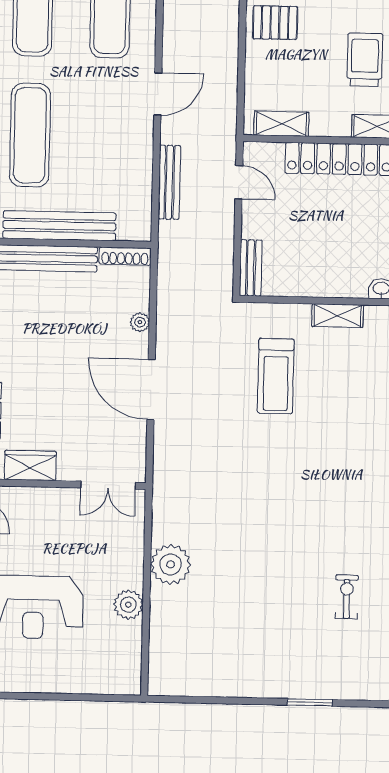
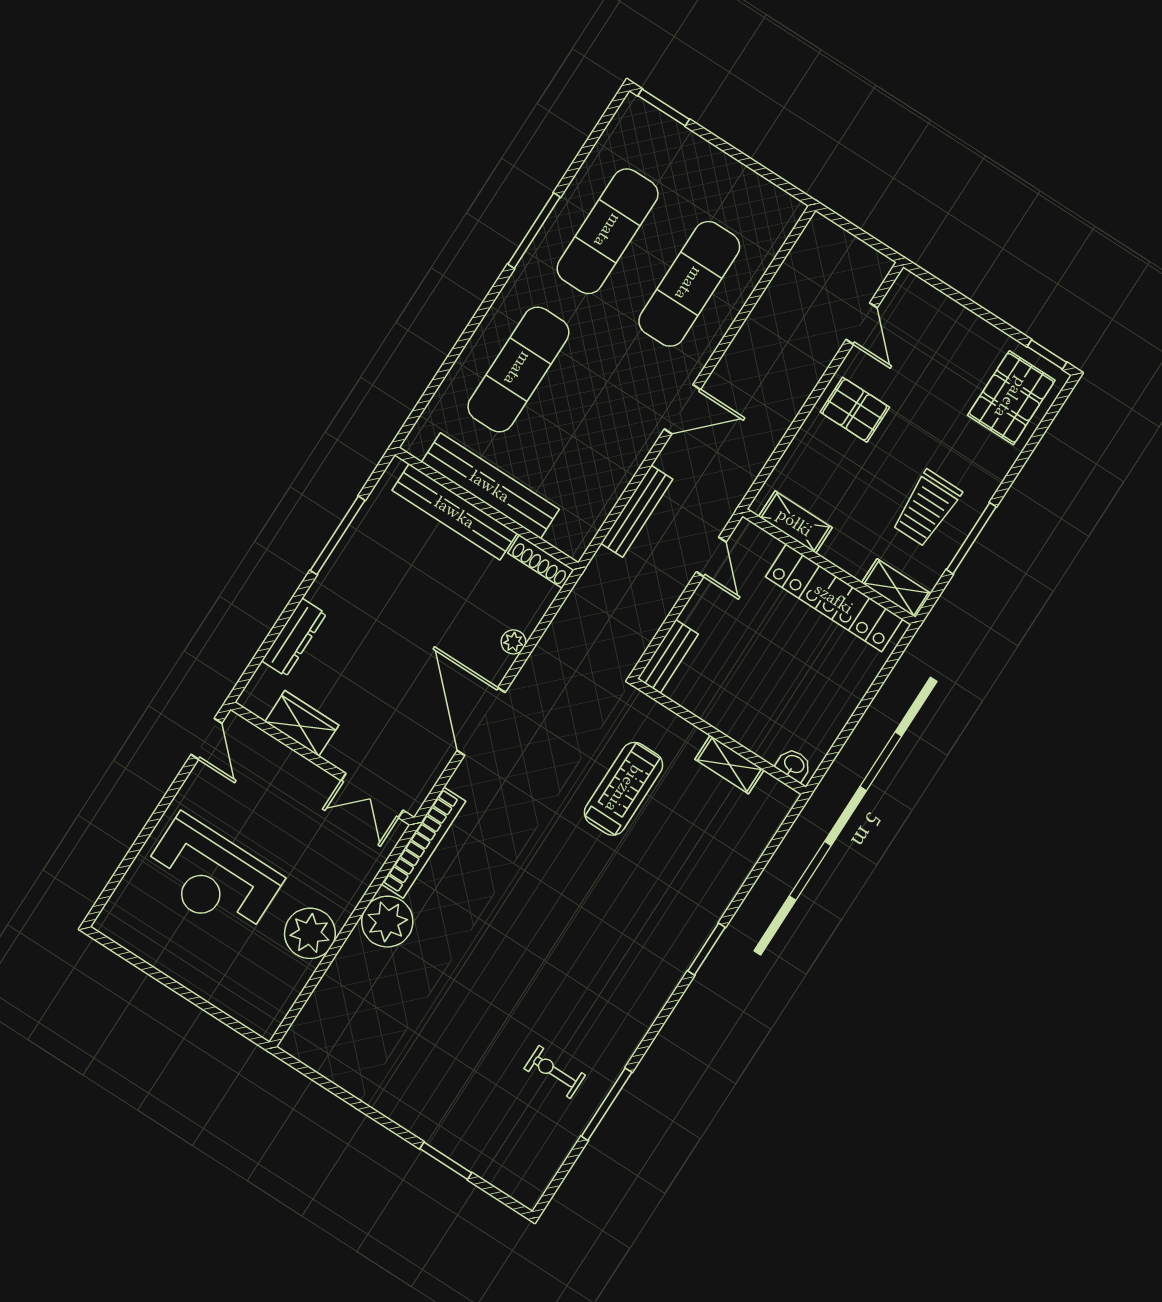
trolley: (365, 60) -> (927, 508), turned 180
treadmill: (276, 376) -> (624, 789), turned 180
bookcase: (162, 496) -> (423, 843), added
exercise bike: (347, 597) -> (555, 1072), turned -90
plant: (128, 605) -> (310, 933), width x1.36, depth x1.36

